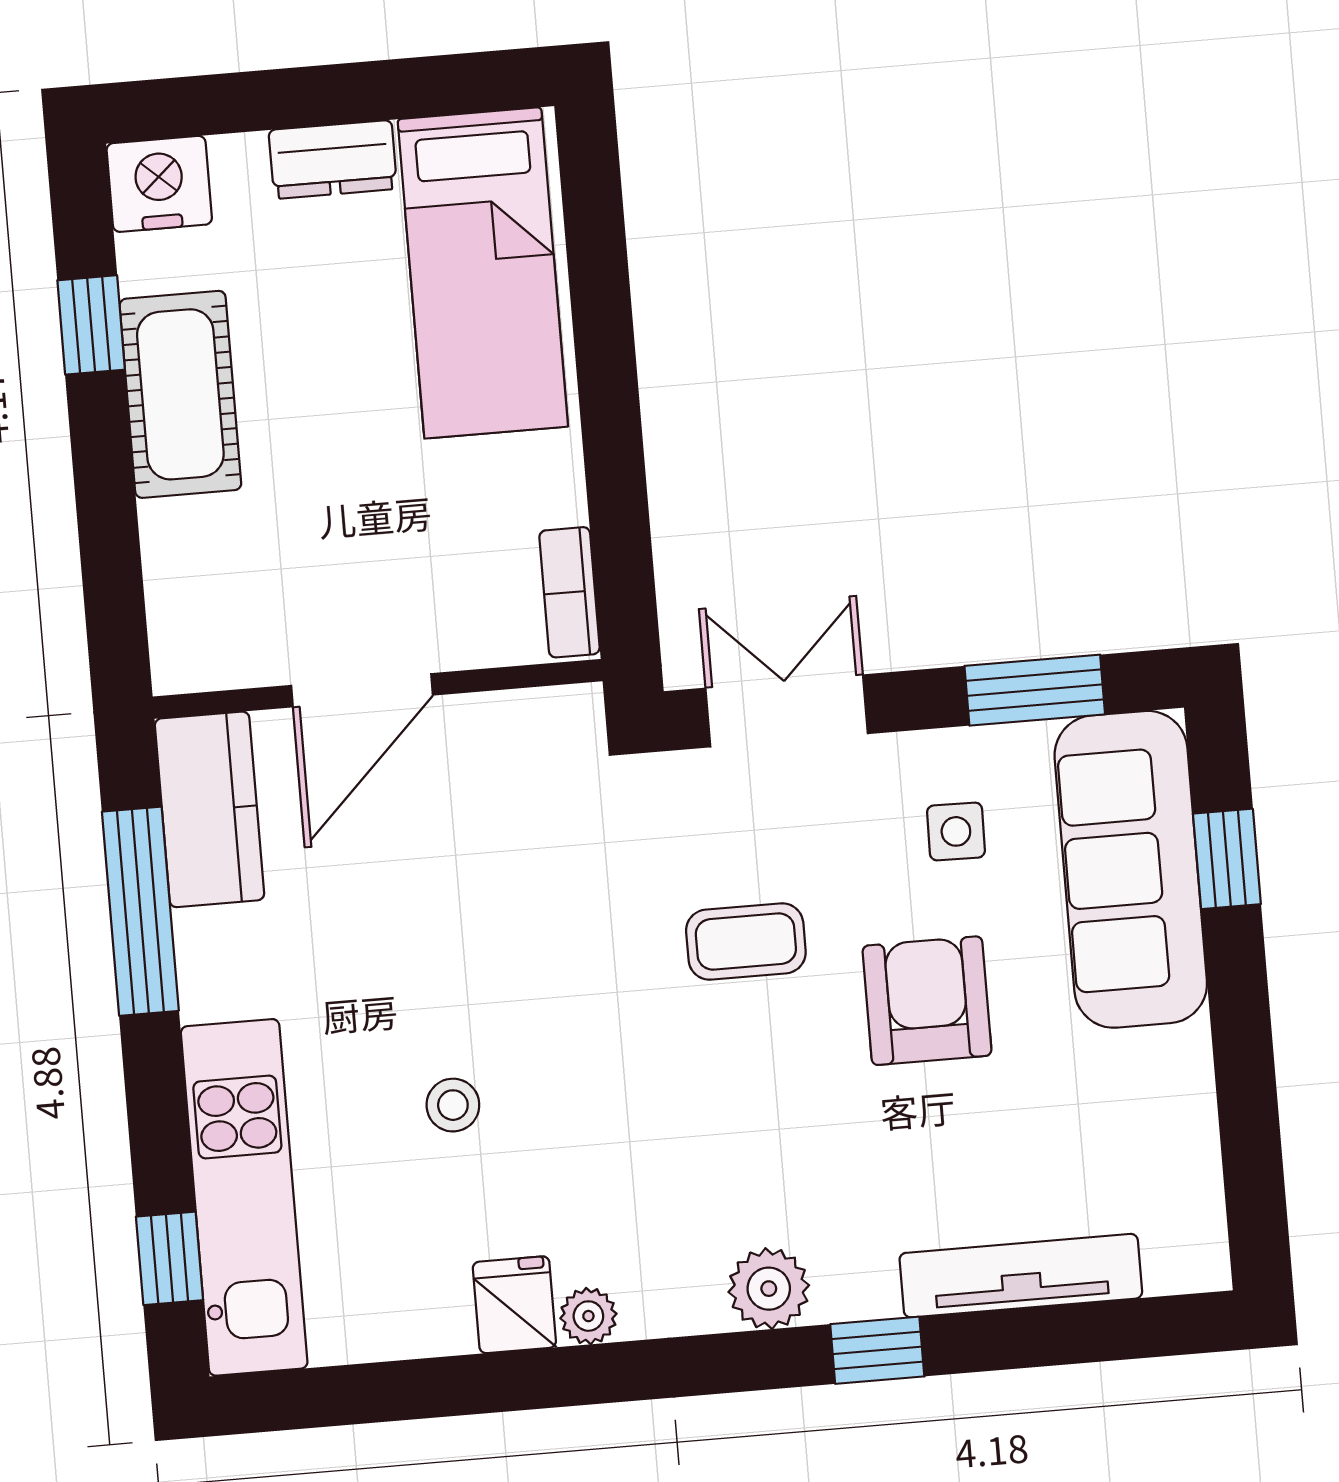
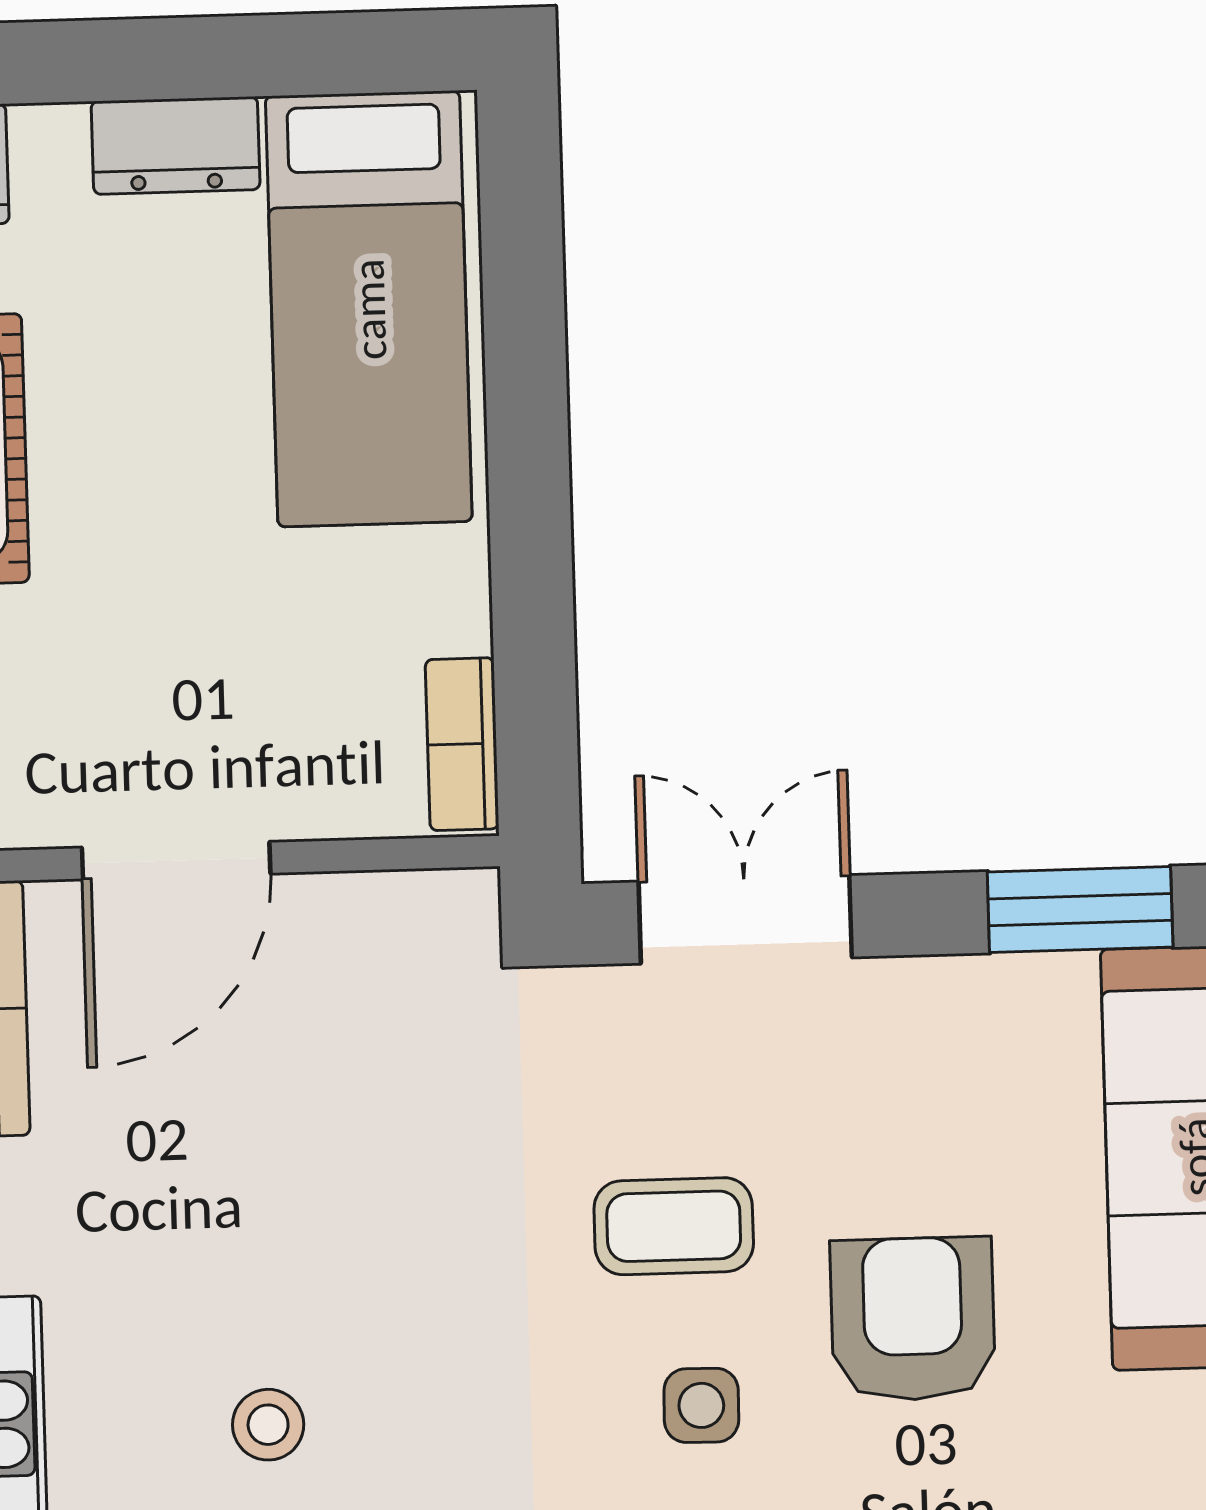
side table: (956, 831) -> (701, 1405), moved

